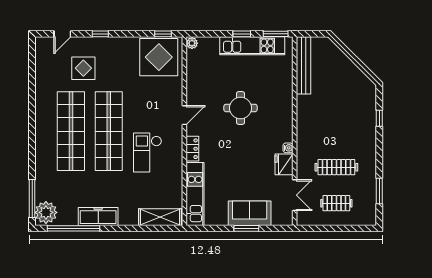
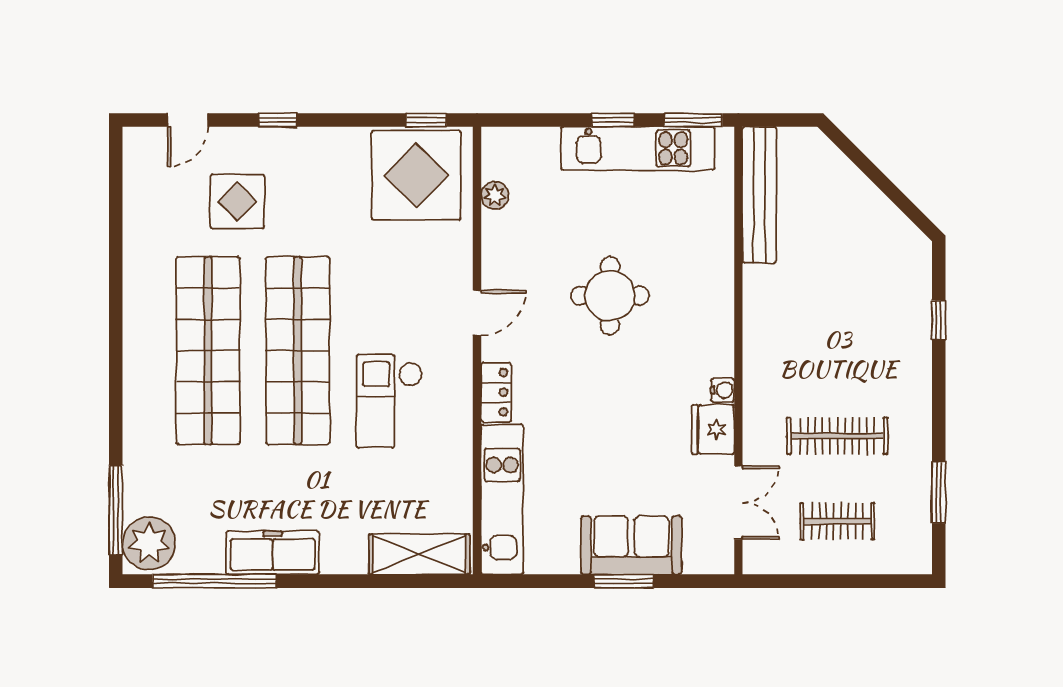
plant: (192, 43) -> (495, 195), moved

